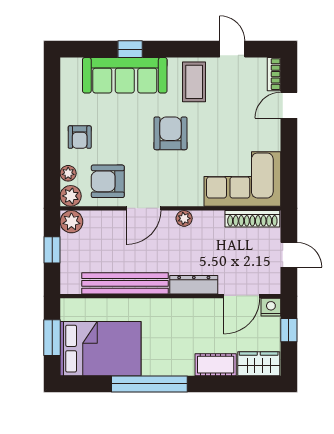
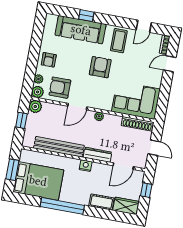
door: (232, 49) -> (144, 26), swing flipped
nightstand: (271, 307) -> (86, 166), moved

